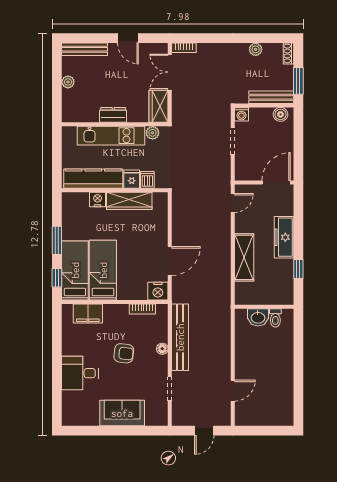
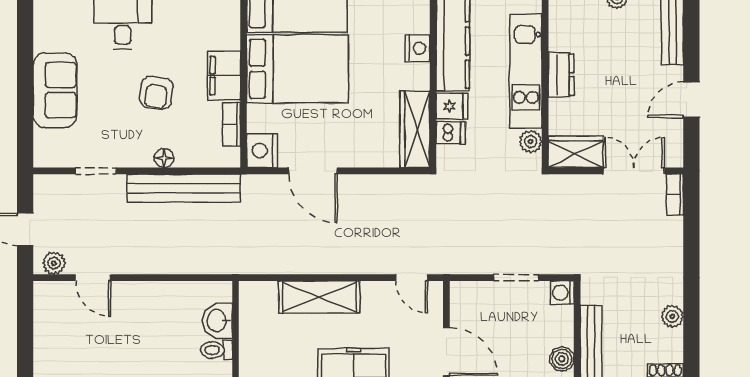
wardrobe: (129, 201) -> (415, 129), moved
bed: (103, 270) -> (298, 69), width x1.50
filing cabinet: (88, 314) -> (224, 76), moved
plant: (224, 414) -> (54, 263), added

